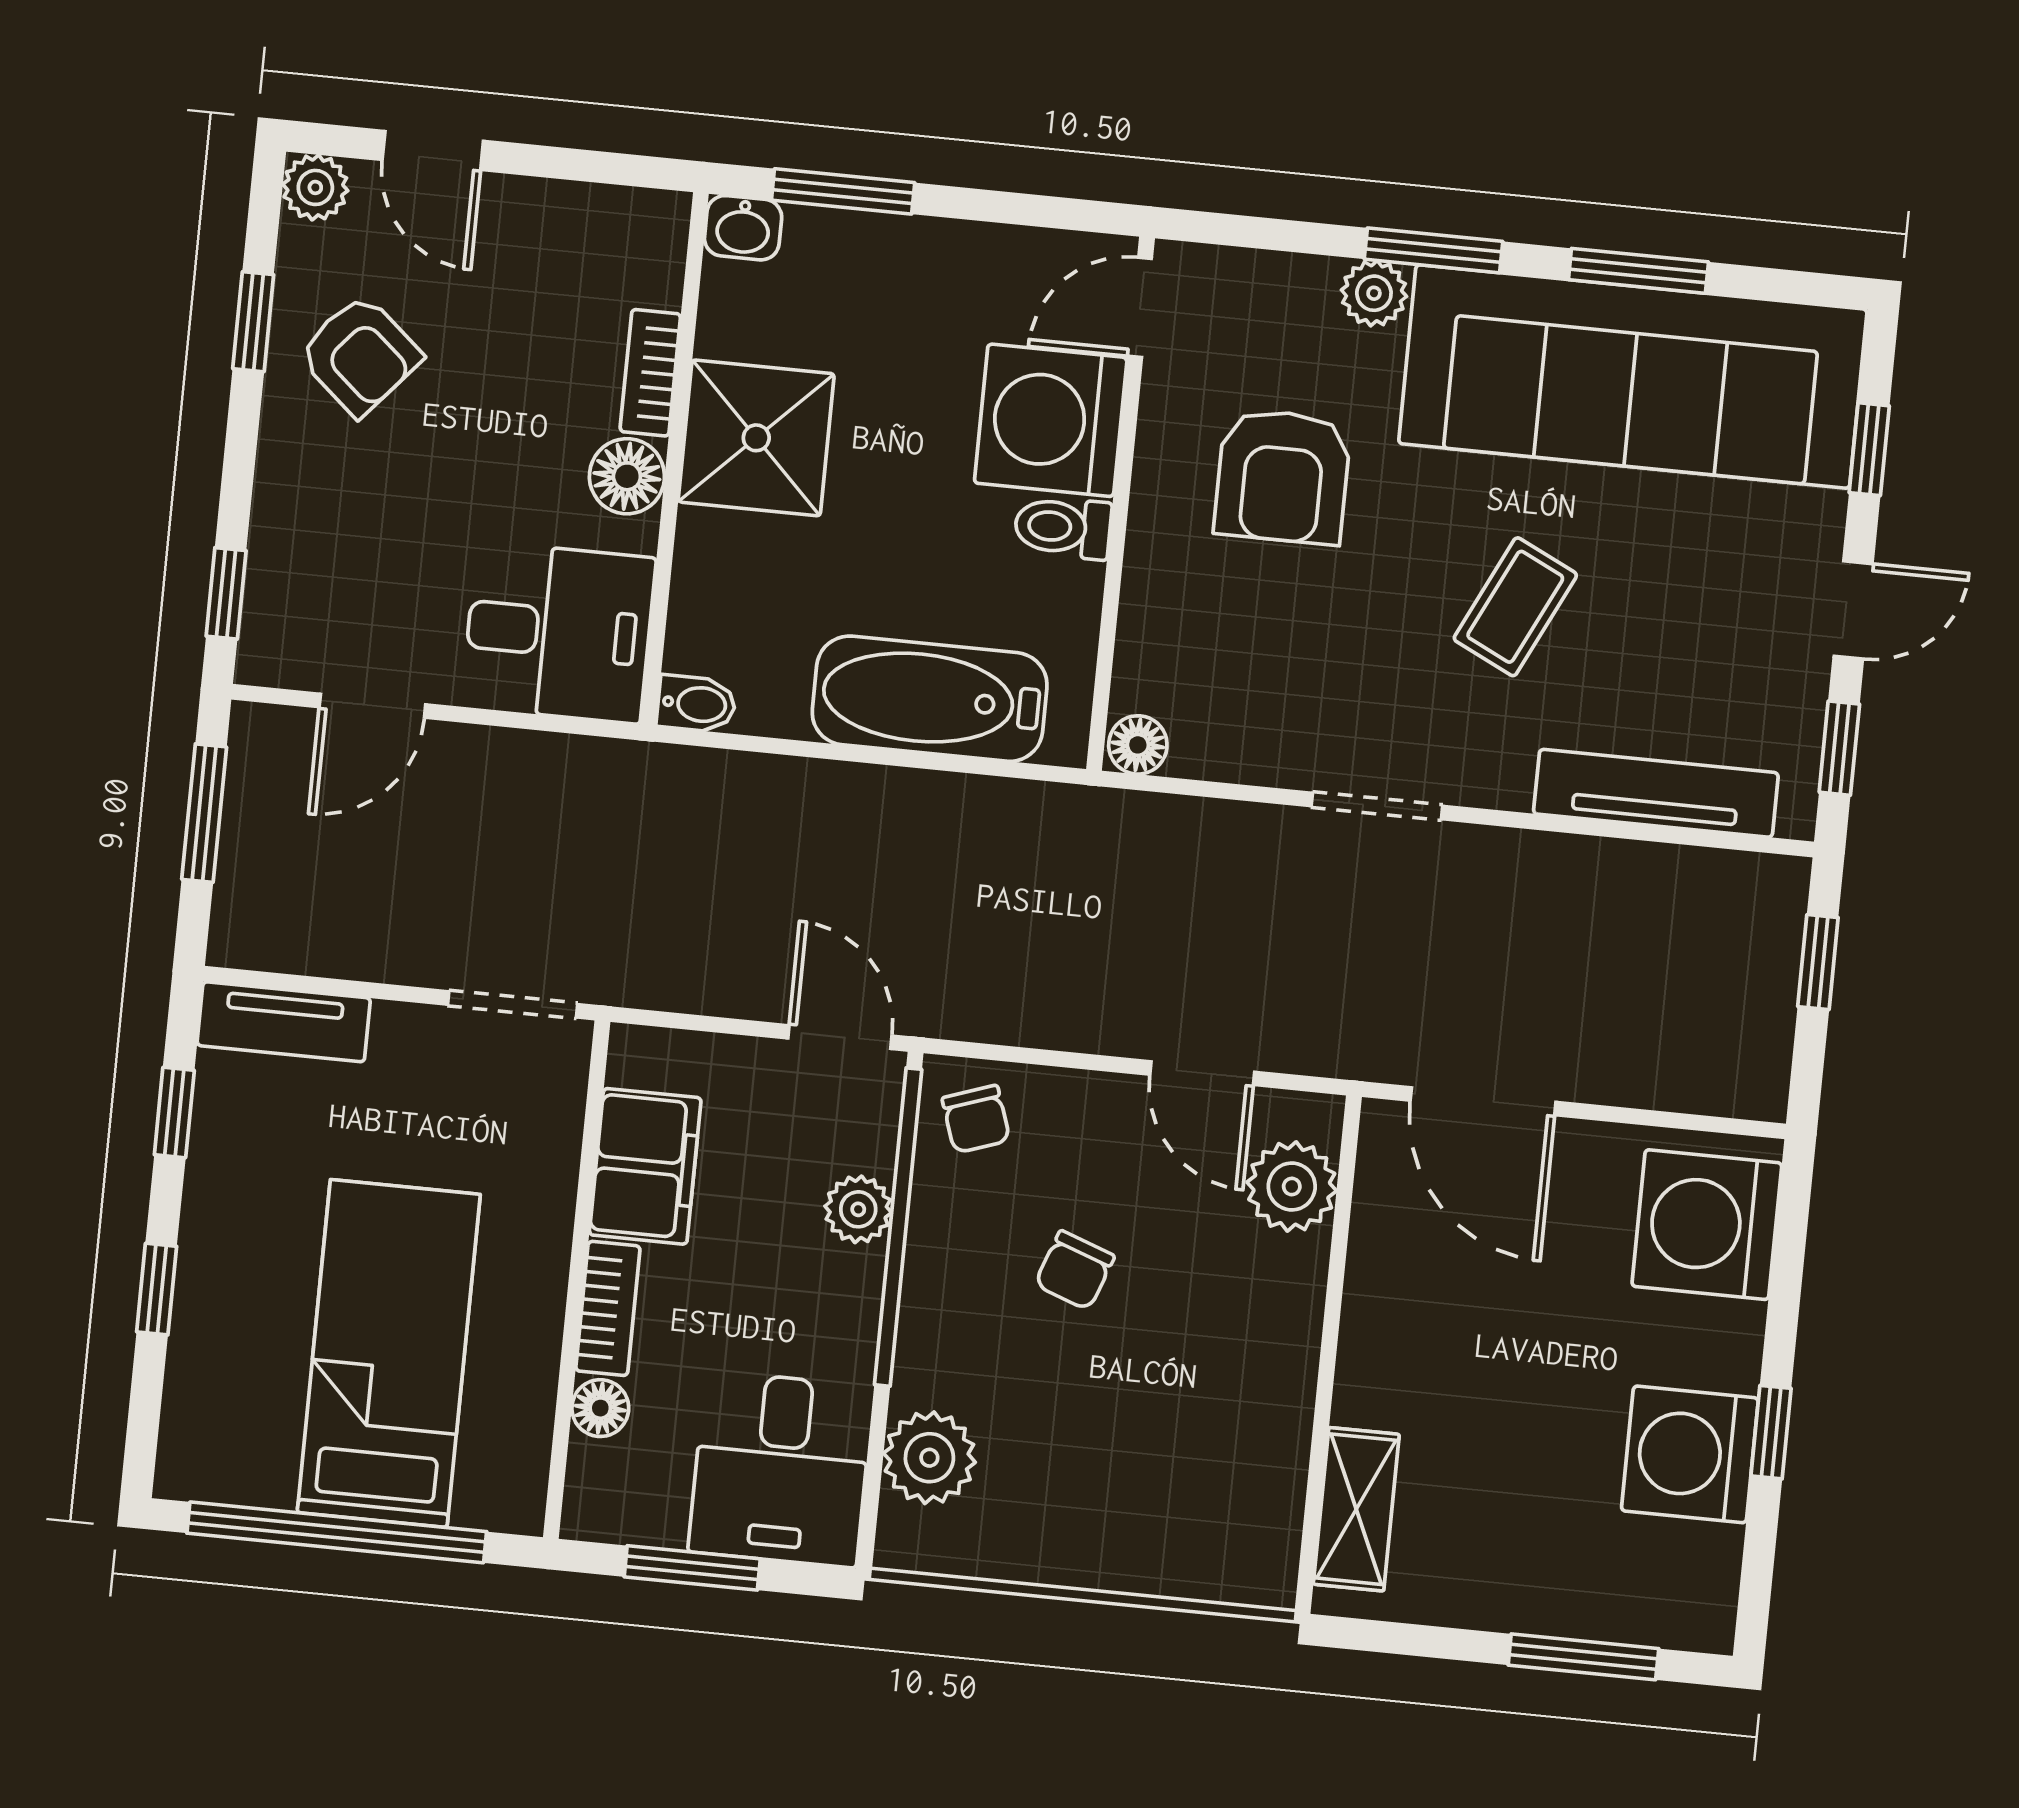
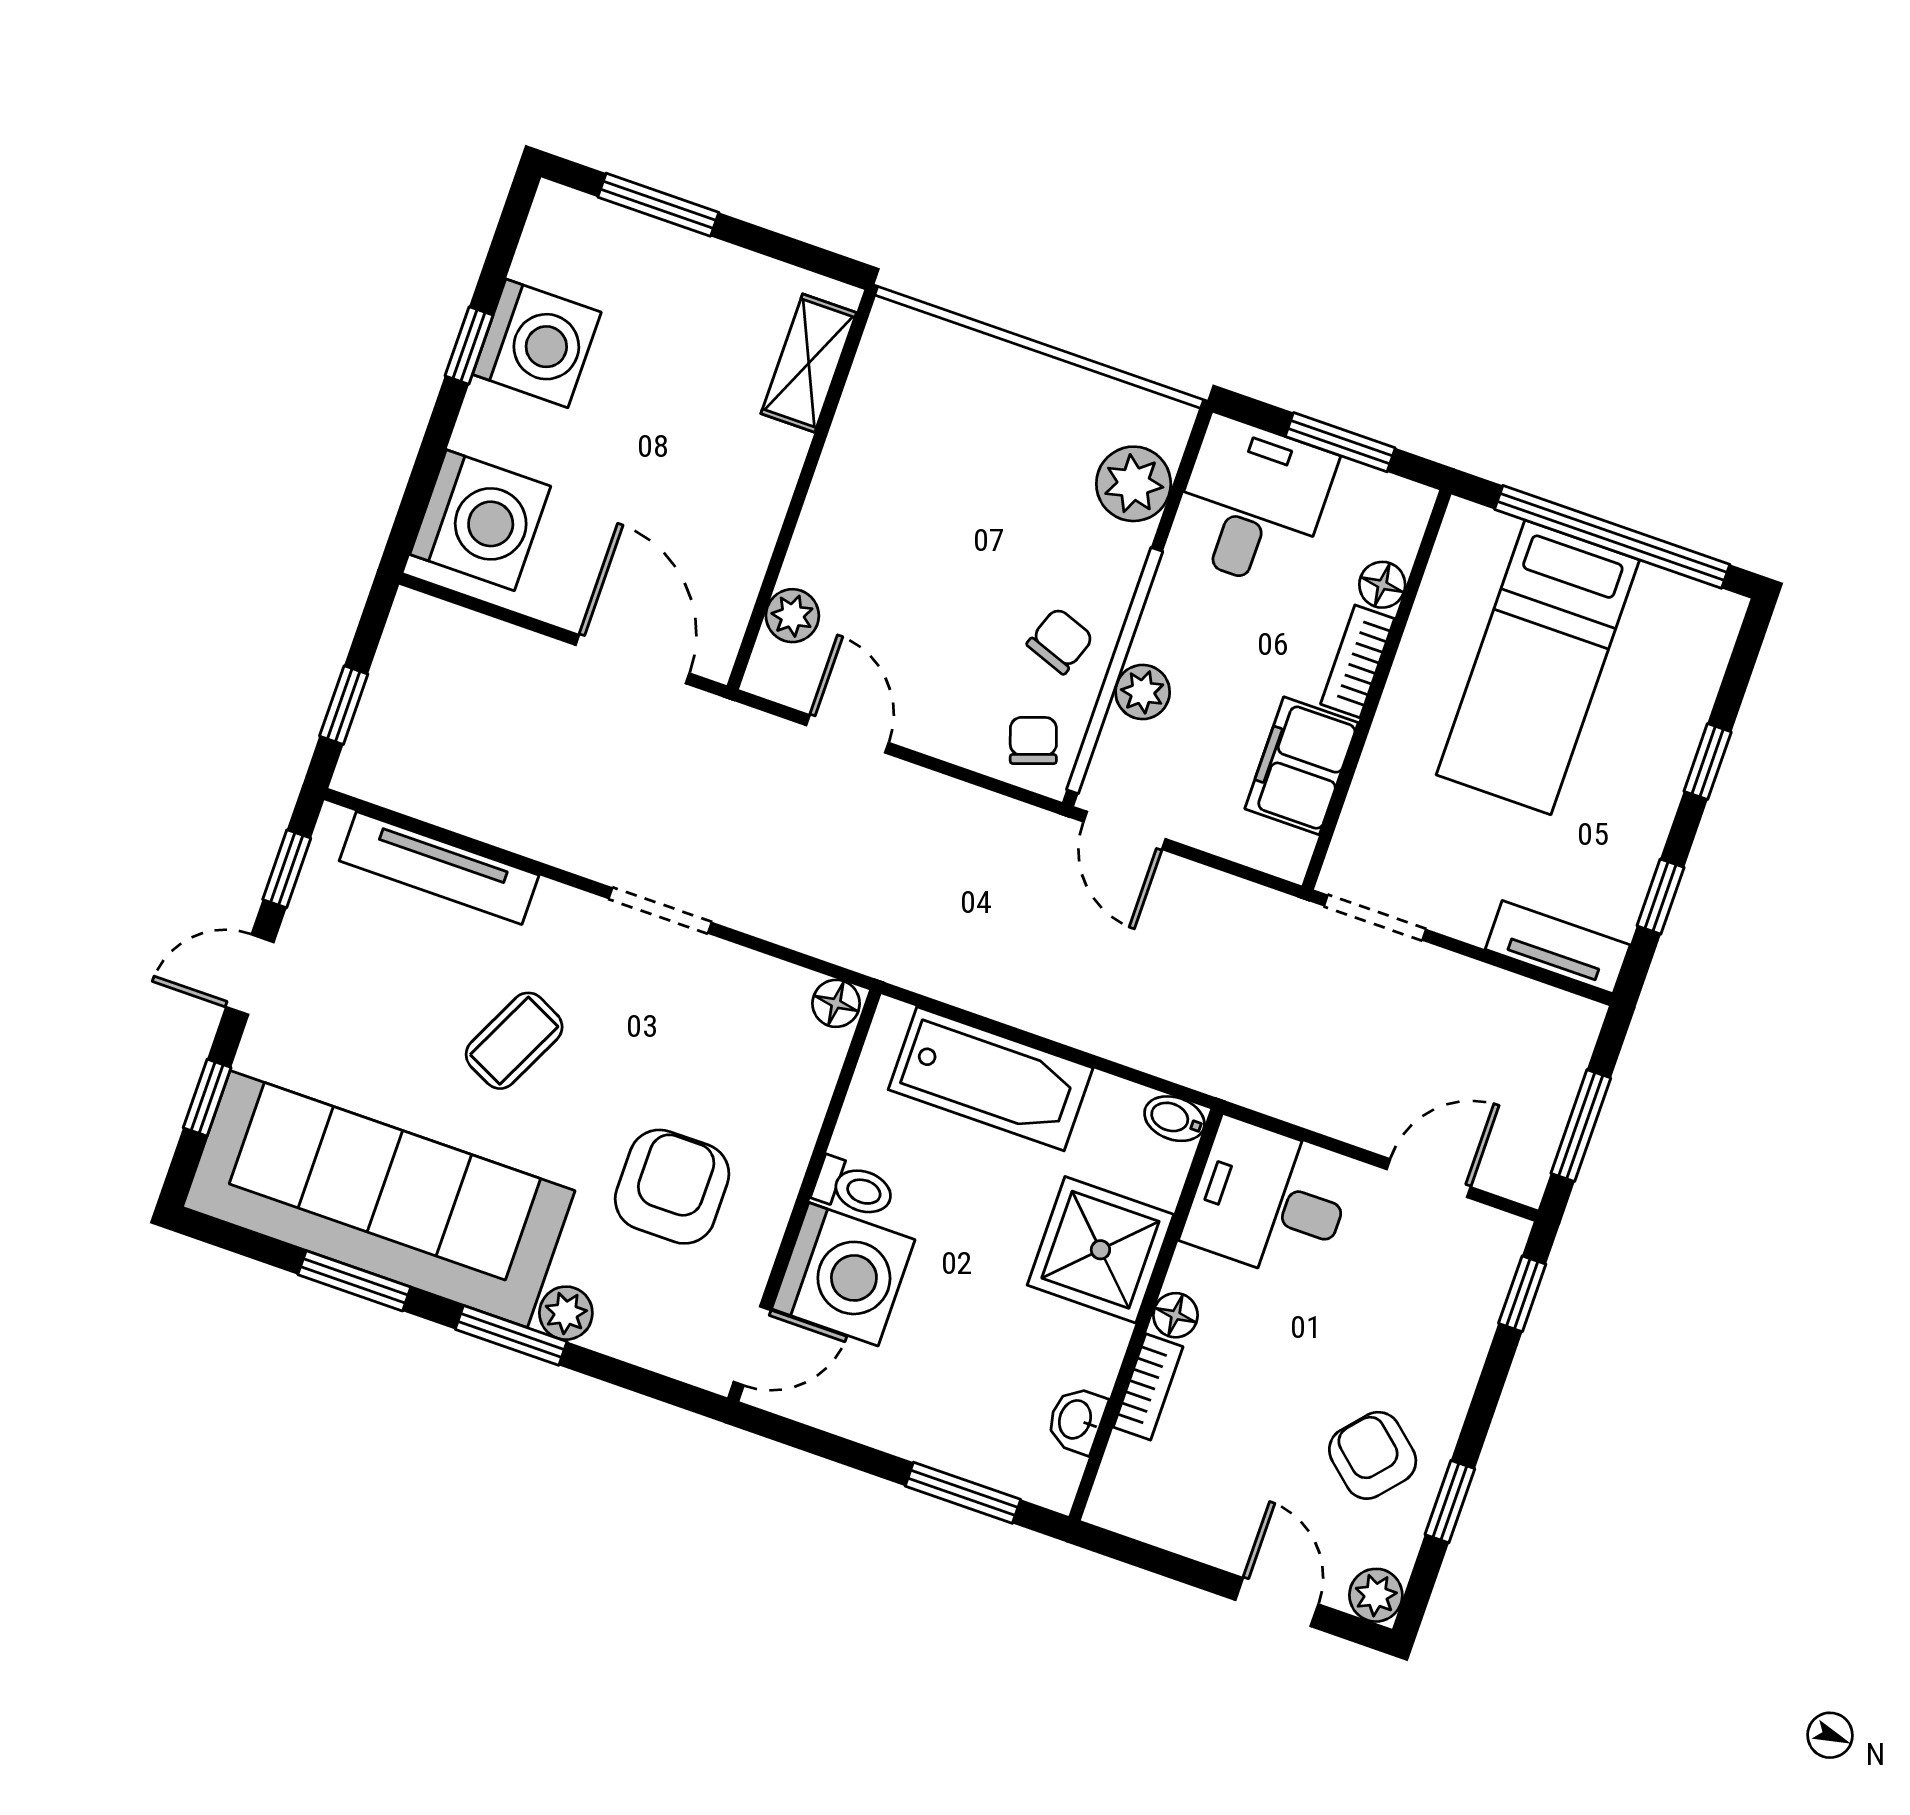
washbasin: (743, 228) -> (1076, 1420), moved, turned -90
shower: (756, 438) -> (1100, 1250), moved
floor lamp: (627, 476) -> (1175, 1315), width x0.73, depth x0.73
plant: (1292, 1187) -> (792, 616), width x0.73, depth x0.73
chair: (1075, 1270) -> (1060, 641), moved

